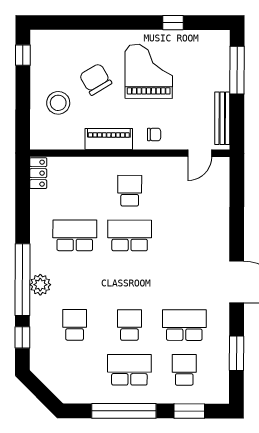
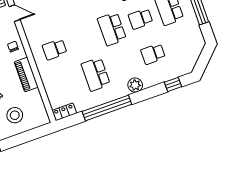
school desk: (130, 235) -> (112, 29), moved
window: (22, 280) -> (107, 108), moved

